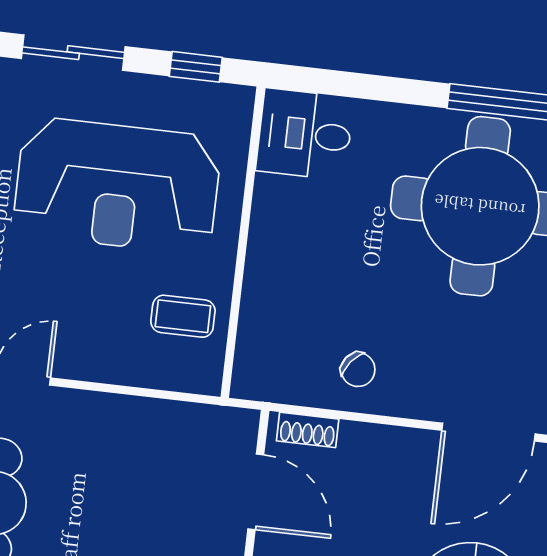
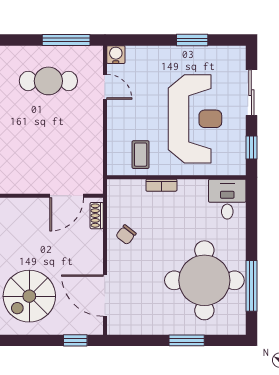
reception desk: (117, 186) -> (195, 119), turned 180
bookcase: (257, 278) -> (161, 185), added

